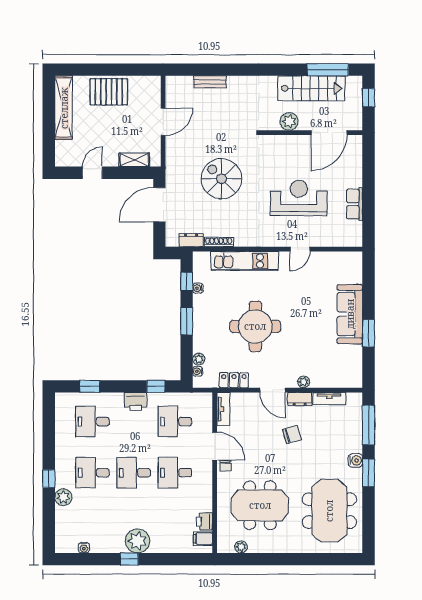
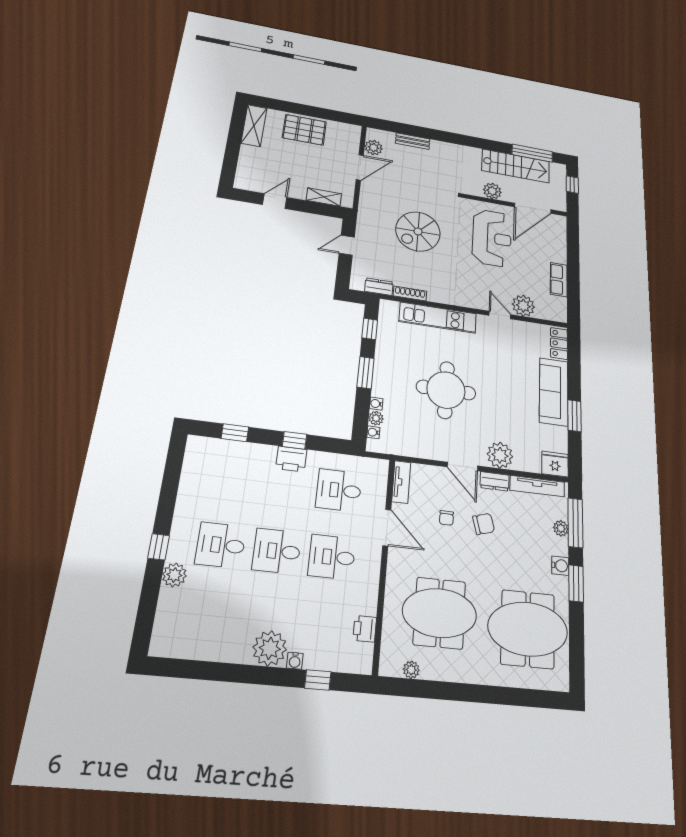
plant: (174, 97) -> (374, 148), added
shelving: (64, 108) -> (254, 126), width x0.68
spiral stairs: (222, 179) -> (418, 231), turned -90
reception desk: (299, 198) -> (492, 238), moved, turned 90
door: (159, 205) -> (347, 245), width x0.53
plant: (321, 236) -> (523, 306), added
door: (300, 249) -> (500, 315), swing flipped
water cooler: (198, 288) -> (376, 404), moved
fridge: (351, 378) -> (555, 464), added
locker: (234, 380) -> (559, 343), moved, turned -90
plant: (304, 382) -> (500, 455), width x1.87, depth x1.87
window: (156, 386) -> (295, 440), moved
tv unit: (329, 399) -> (537, 486), width x1.41
desk: (92, 422) -> (231, 477), removed
plant: (356, 431) -> (561, 528), added
chair: (225, 466) -> (446, 518), moved
meeting table: (329, 511) -> (528, 629), turned 90
filing cabinet: (203, 539) -> (361, 653), removed
water cooler: (84, 548) -> (295, 661), moved
window: (129, 559) -> (318, 680), moved

